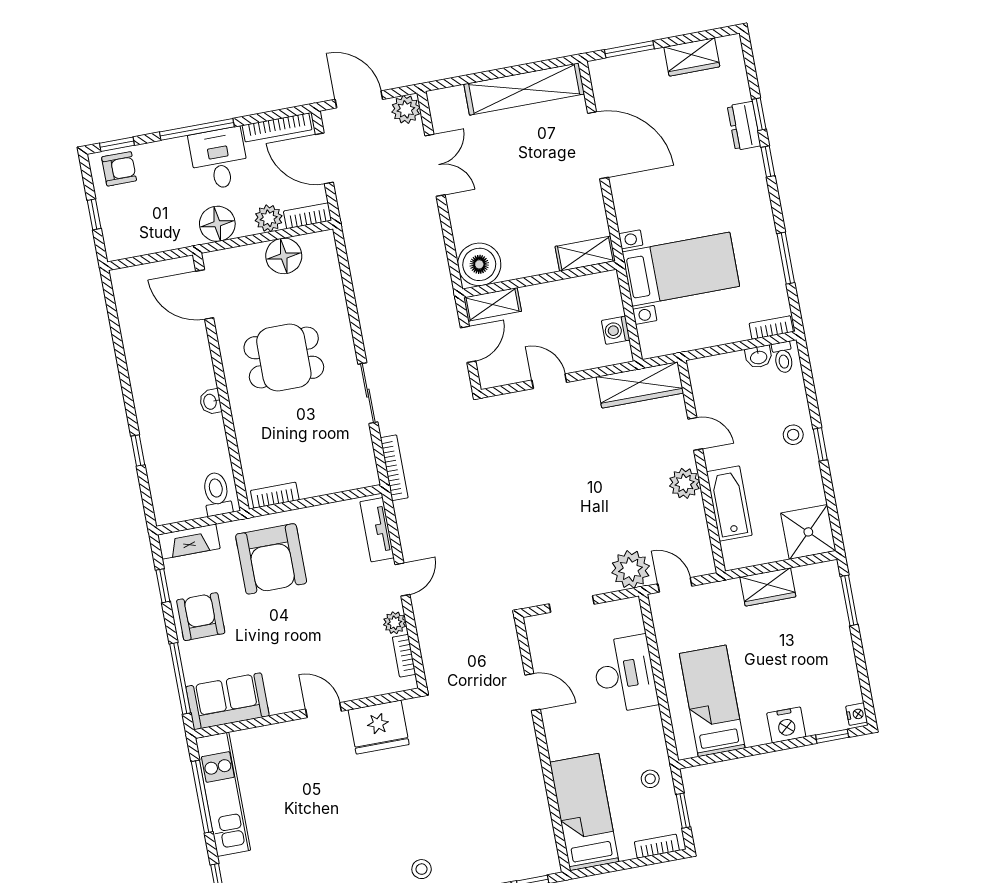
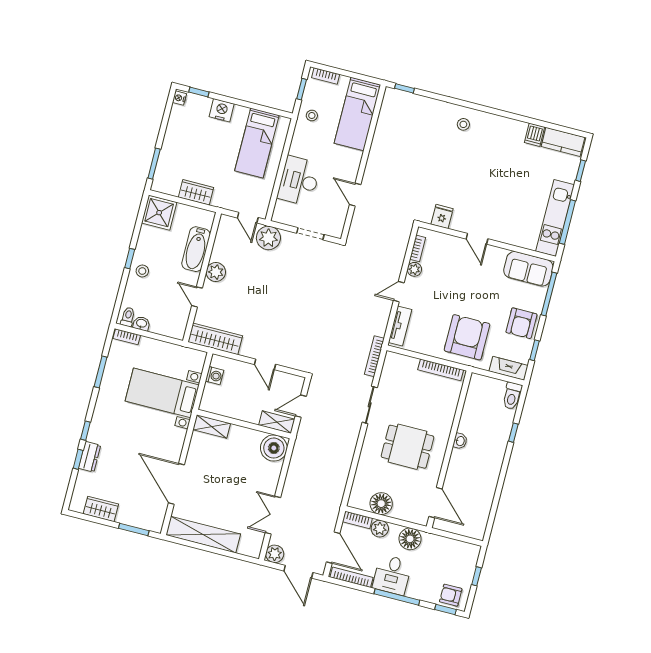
toilet: (217, 494) -> (512, 396), moved
bookcase: (275, 495) -> (441, 370), width x1.56
fridge: (379, 727) -> (442, 216), width x0.53, depth x0.75

